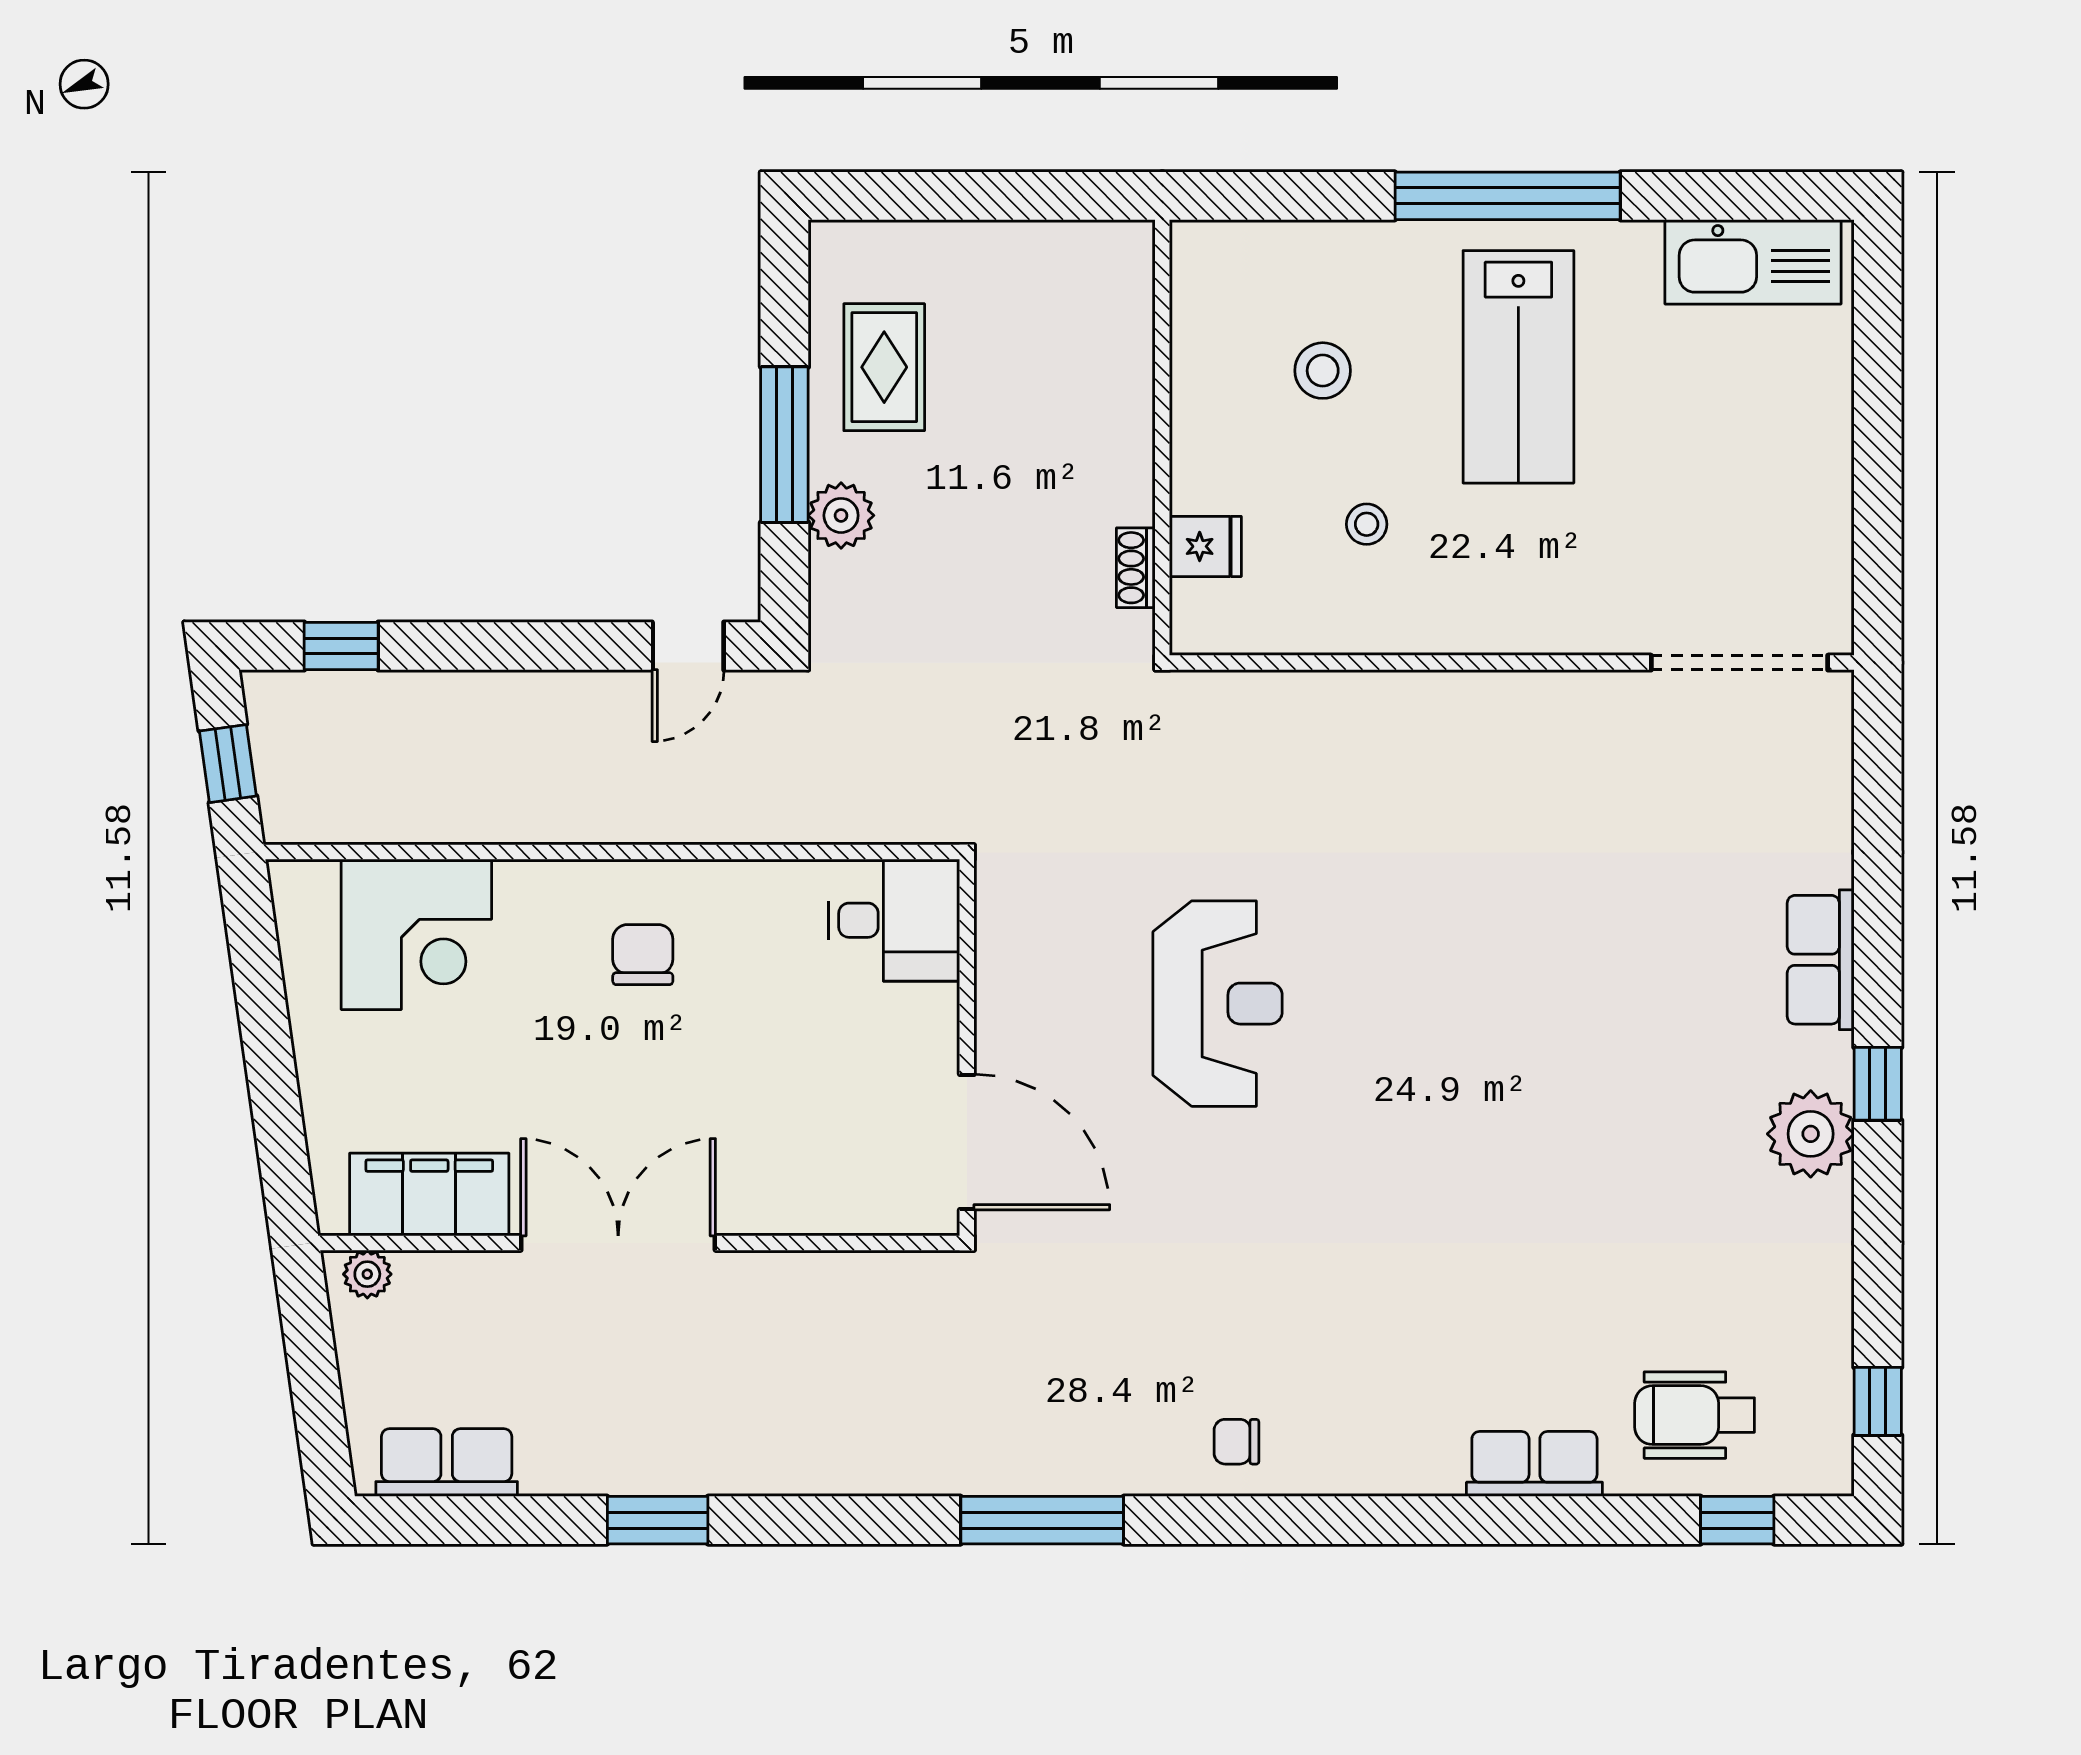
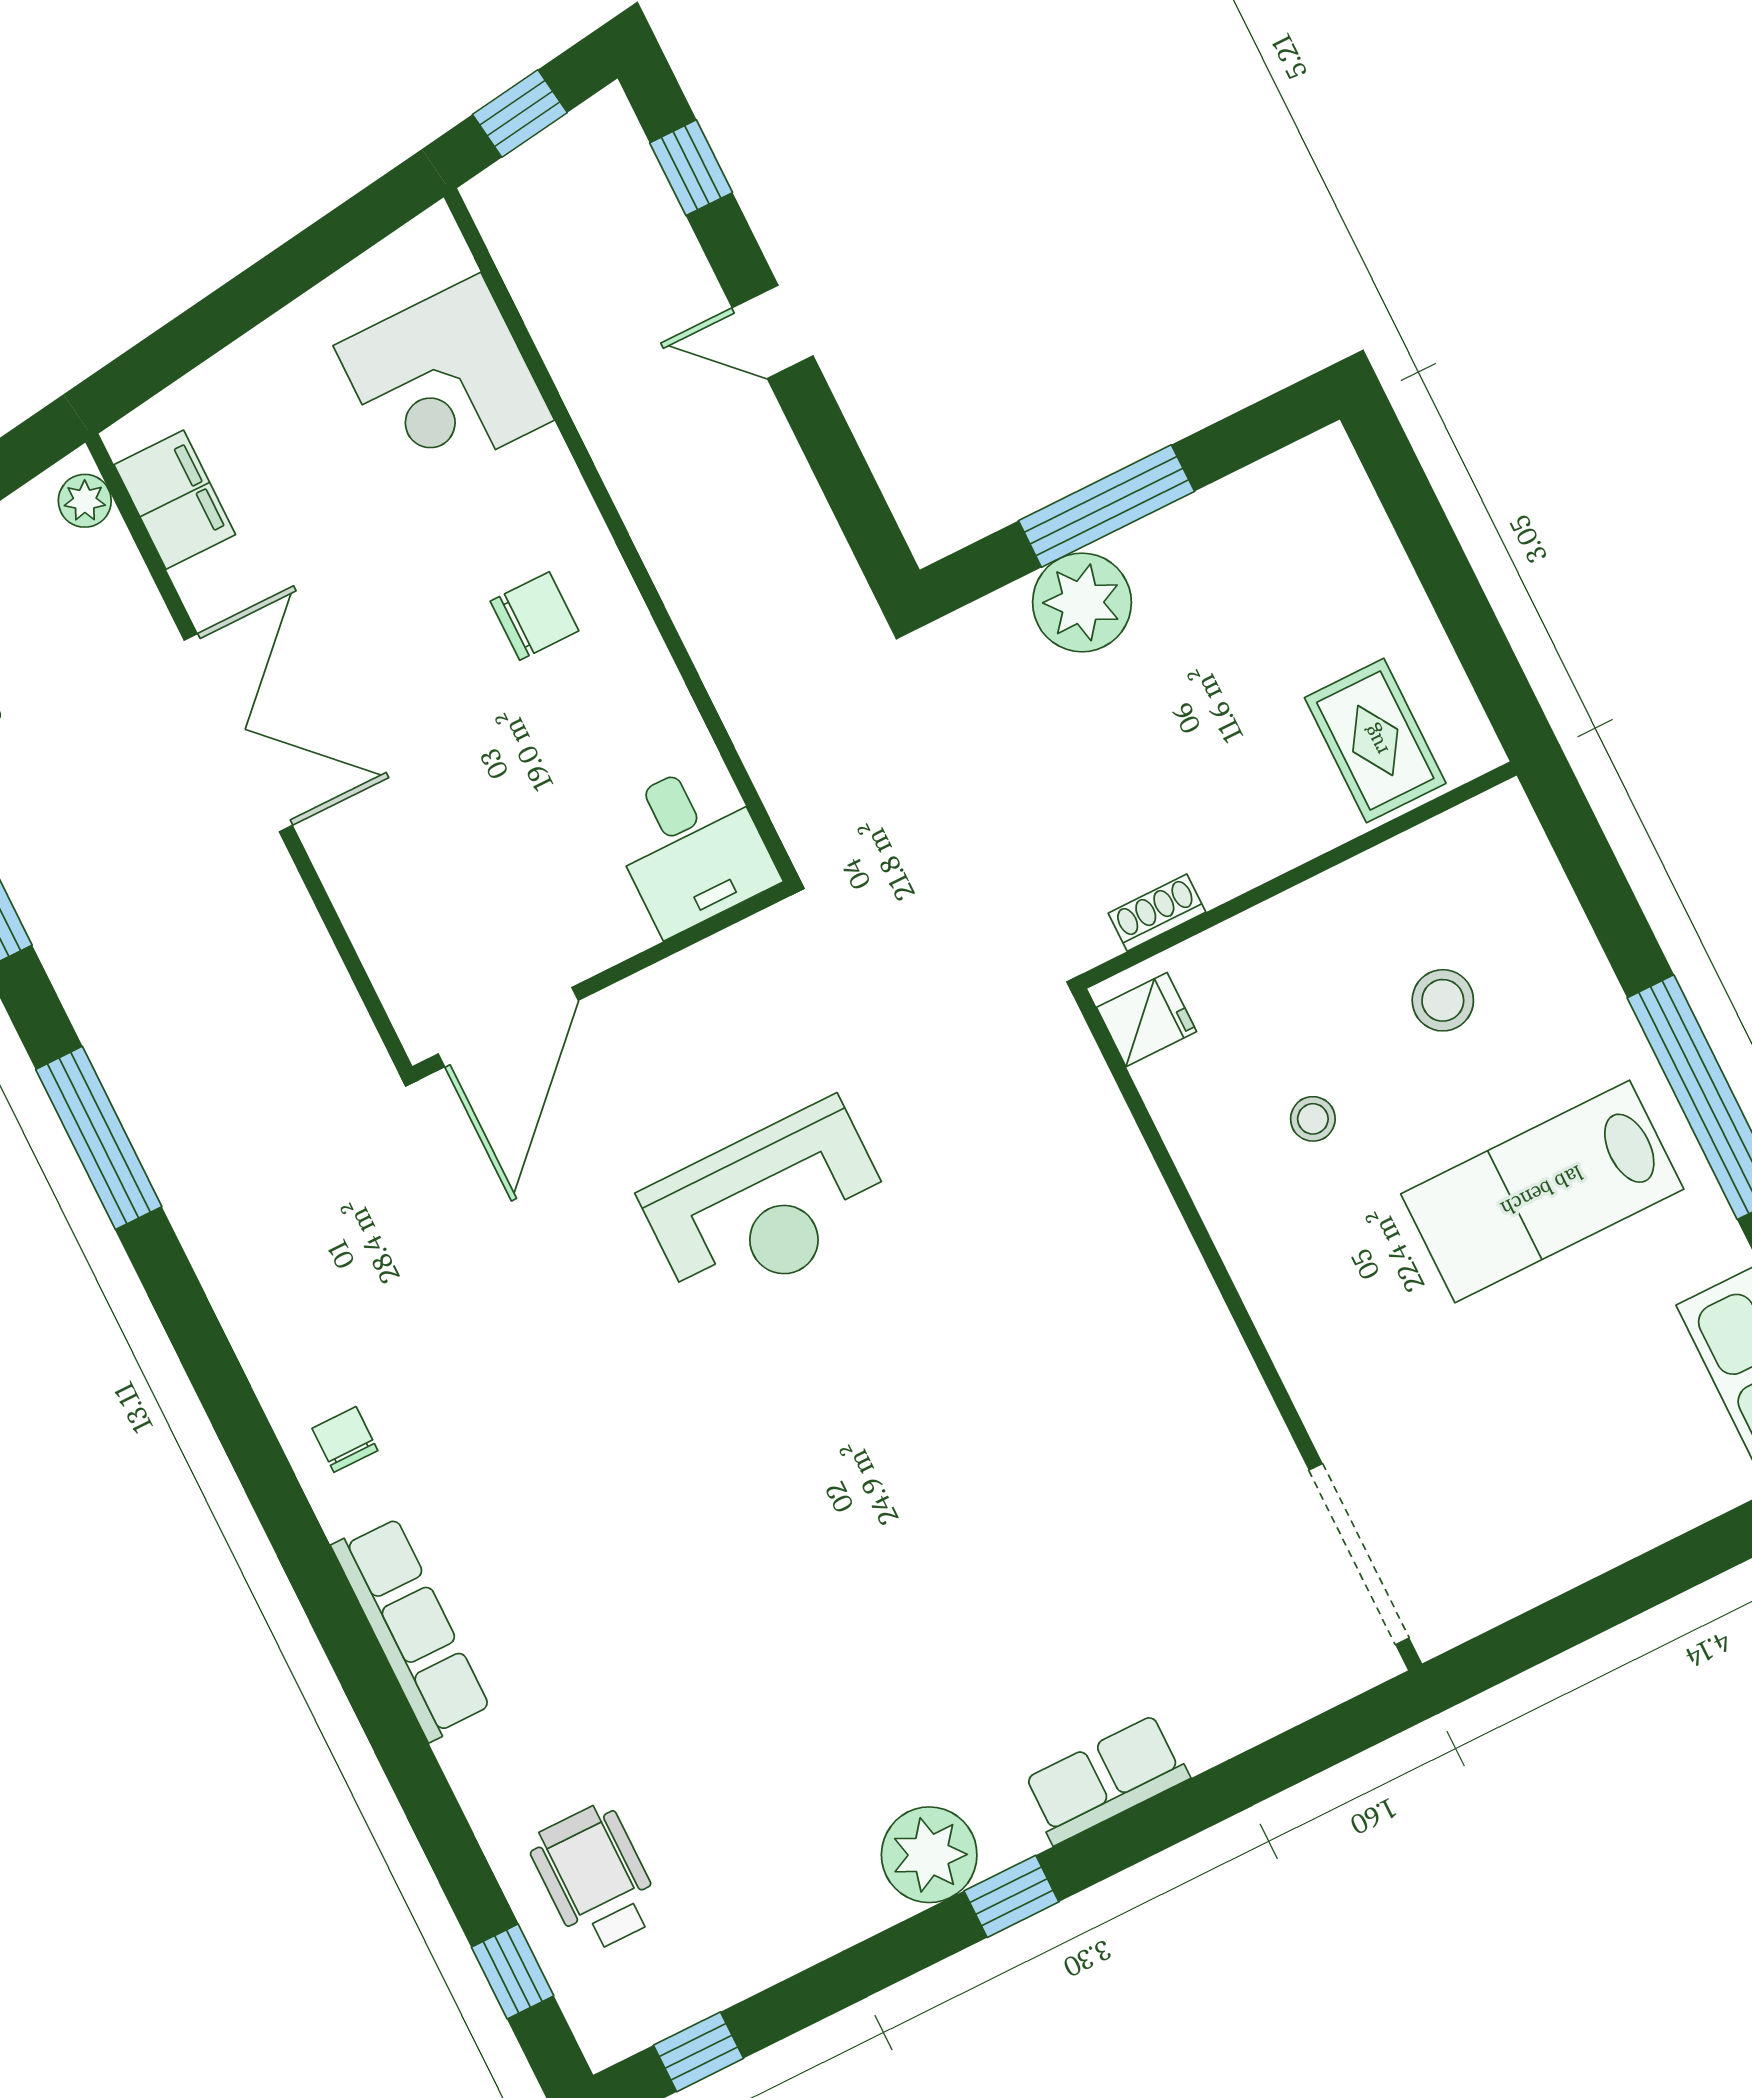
rug: (884, 367) -> (1375, 740), moved, turned 90
plant: (841, 515) -> (1082, 602), width x1.36, depth x1.36
fridge: (1205, 546) -> (1147, 1020), moved, turned -90
door: (688, 646) -> (773, 332), moved
filing cabinet: (429, 1195) -> (175, 500), width x0.67, depth x0.86
row of seats: (1534, 1464) -> (411, 1628), moved, width x1.48
window: (1042, 1520) -> (99, 1138), moved

